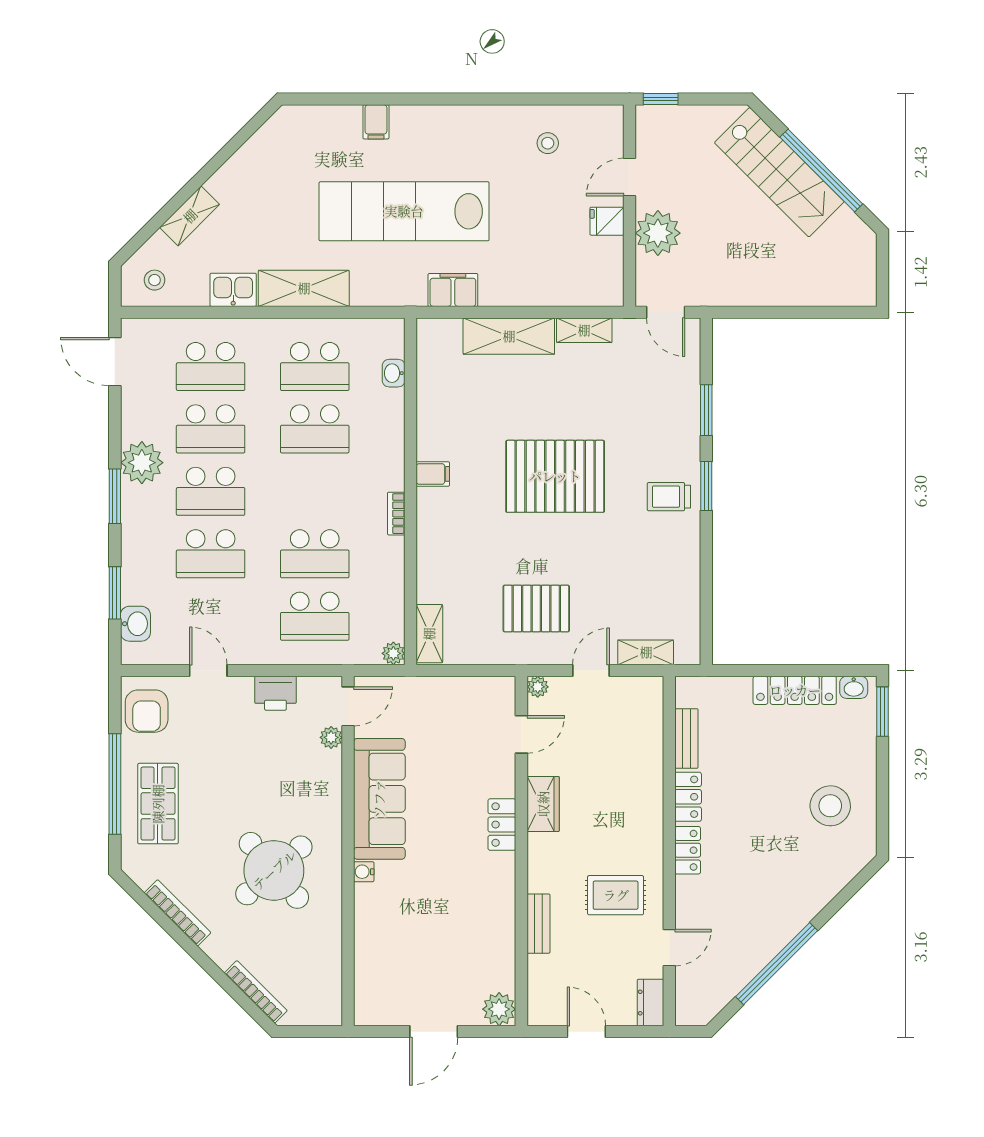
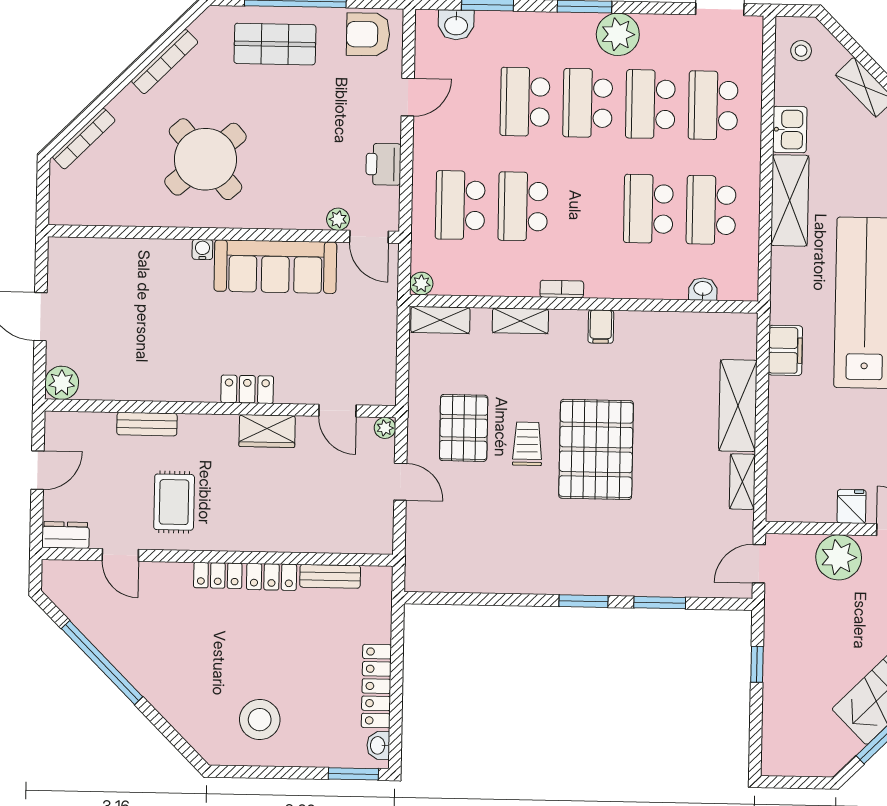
window: (766, 312) -> (757, 664), added
trolley: (669, 497) -> (527, 444), moved
shelving: (646, 652) -> (520, 321), moved, turned 90

